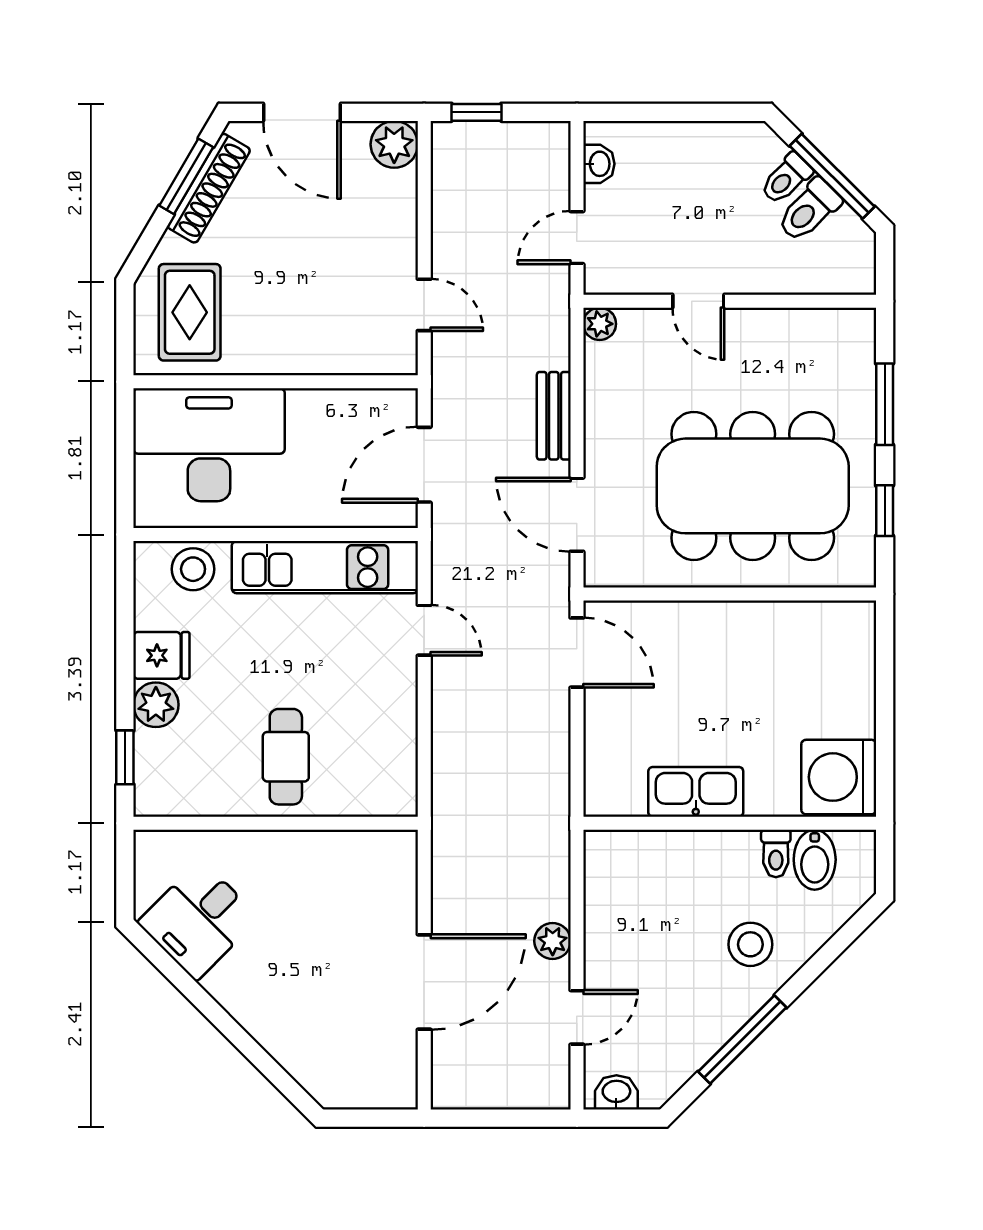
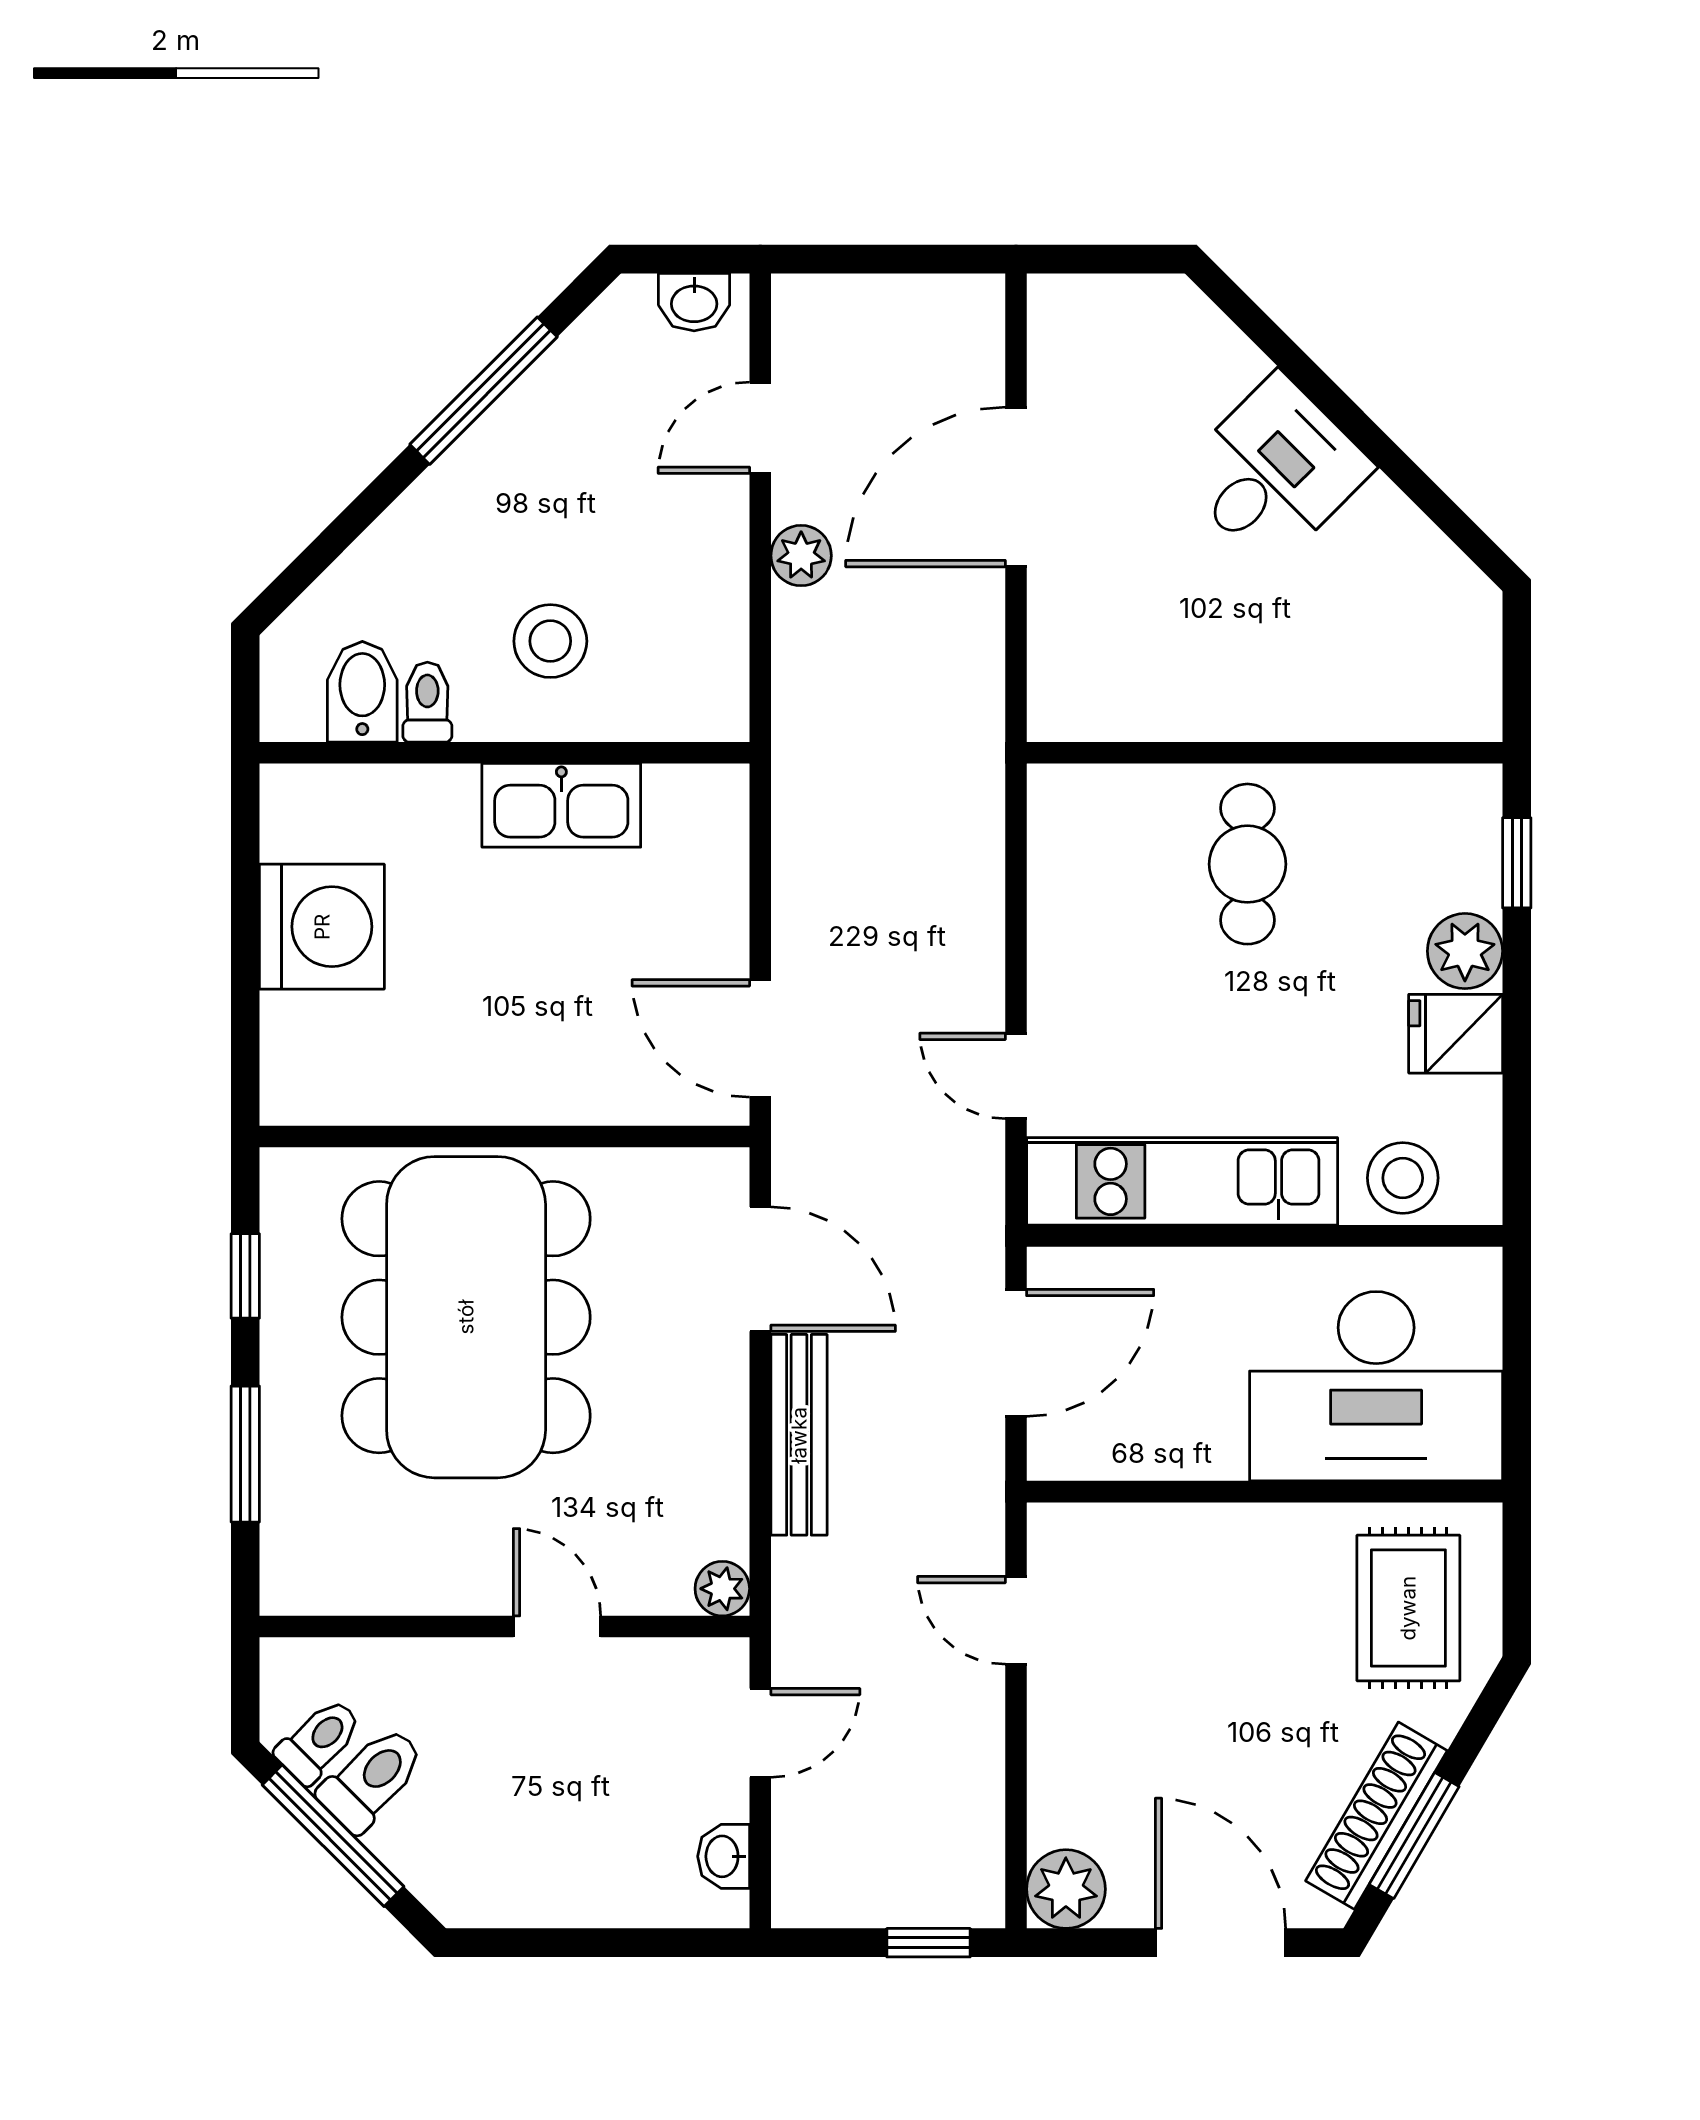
toilet: (786, 179) -> (319, 1741), moved
bench: (554, 416) -> (799, 1435), width x1.36
dining table: (753, 486) -> (466, 1317), turned 90
washing machine: (839, 777) -> (322, 927), moved
desk: (198, 920) -> (1274, 471), moved
stool: (750, 944) -> (550, 641), moved

